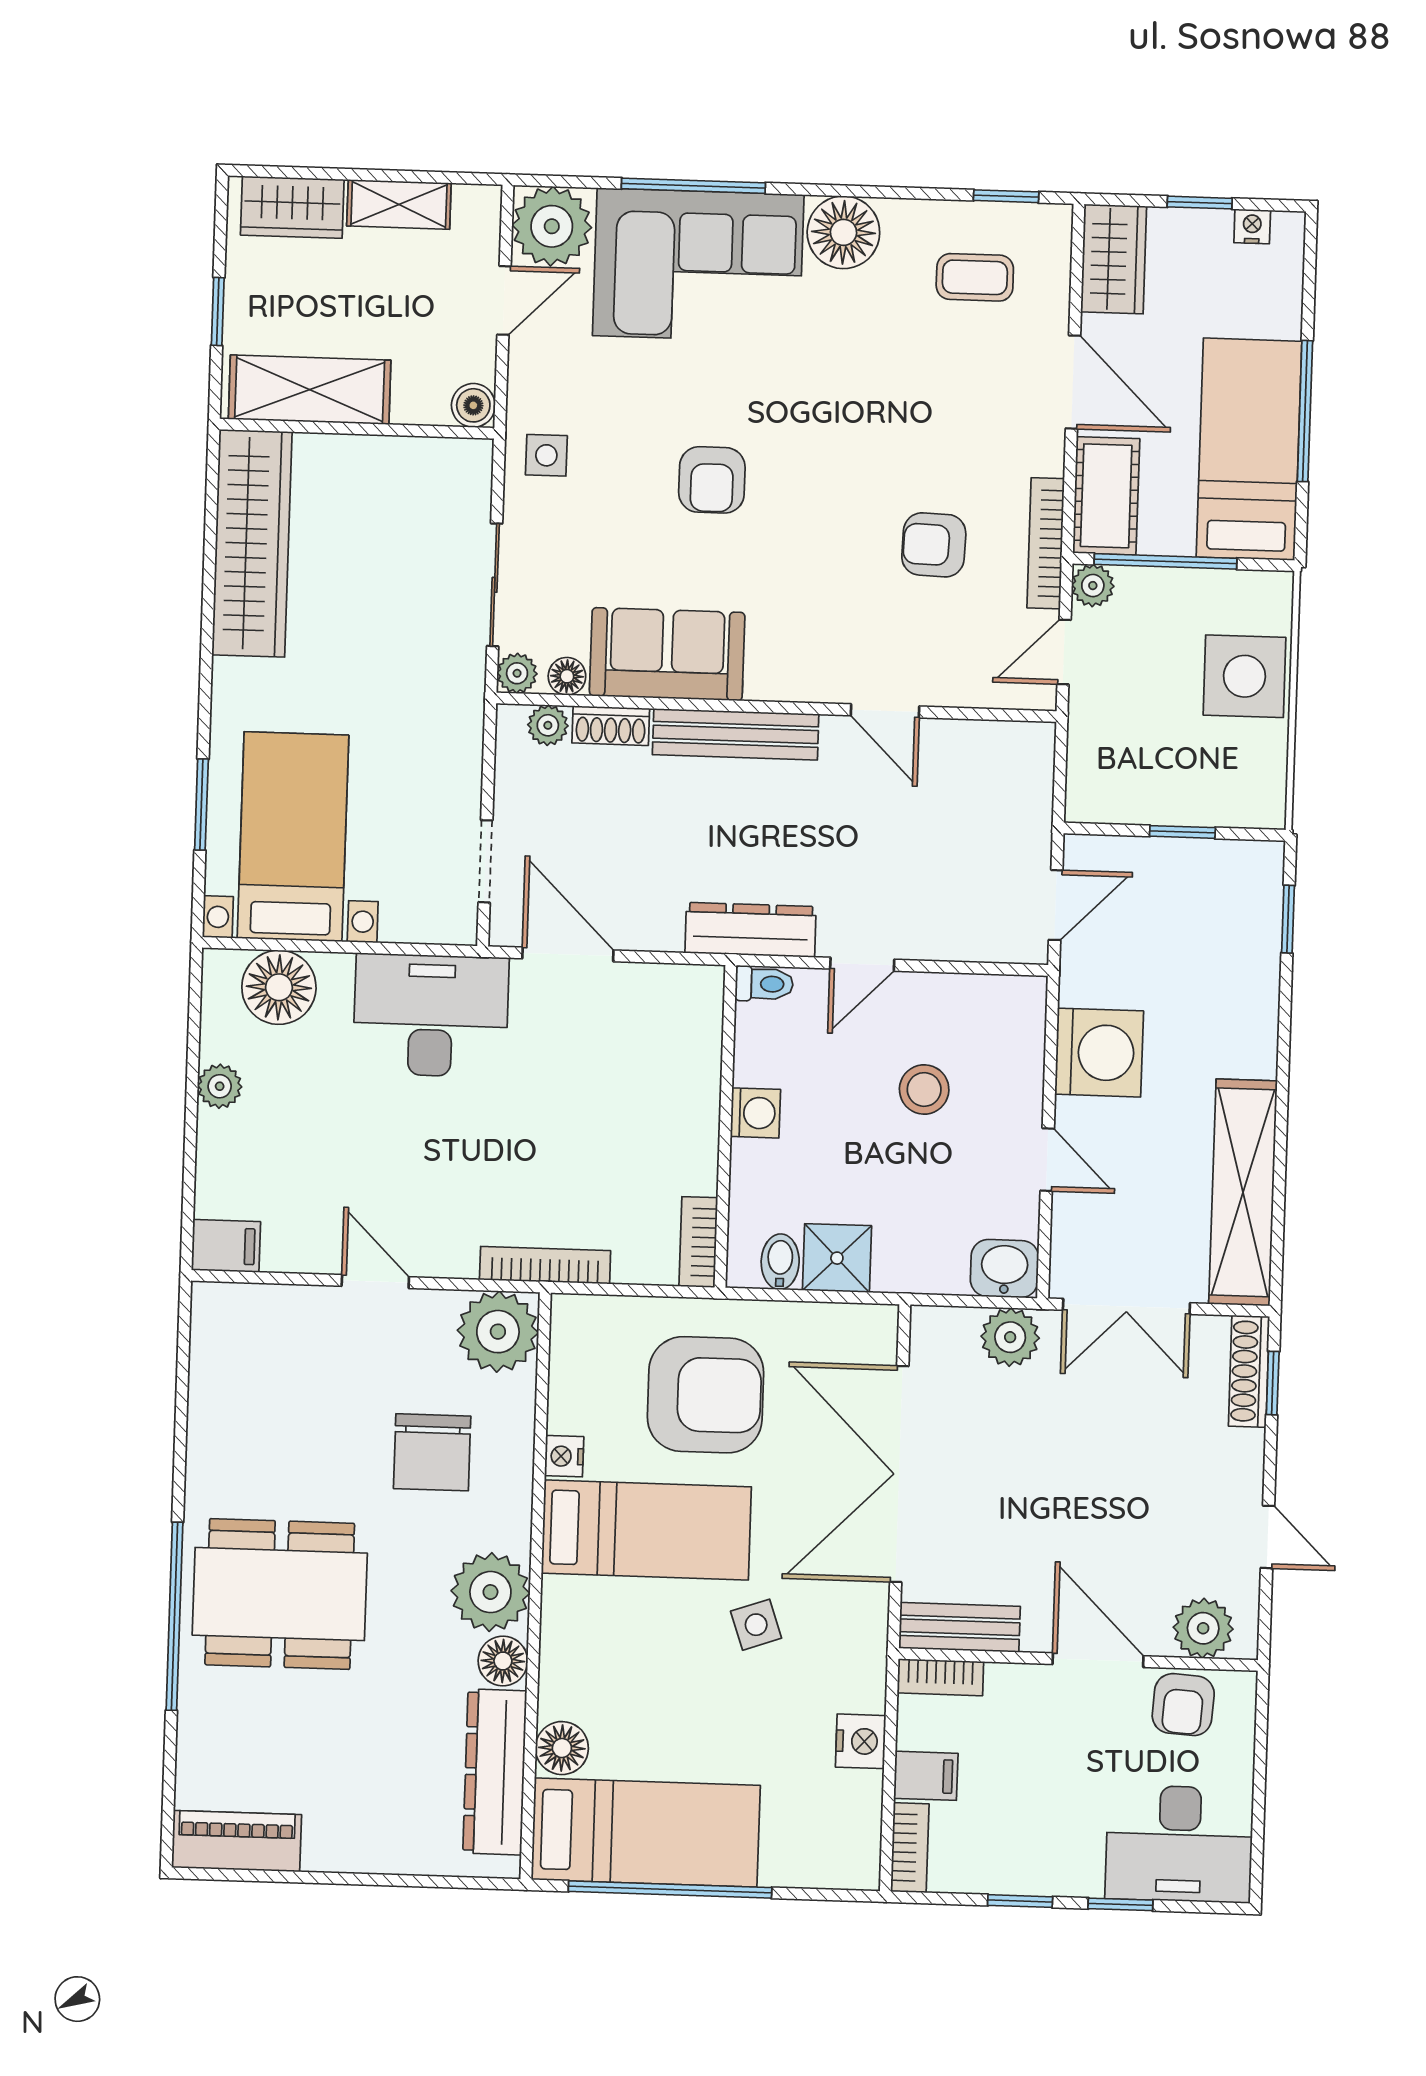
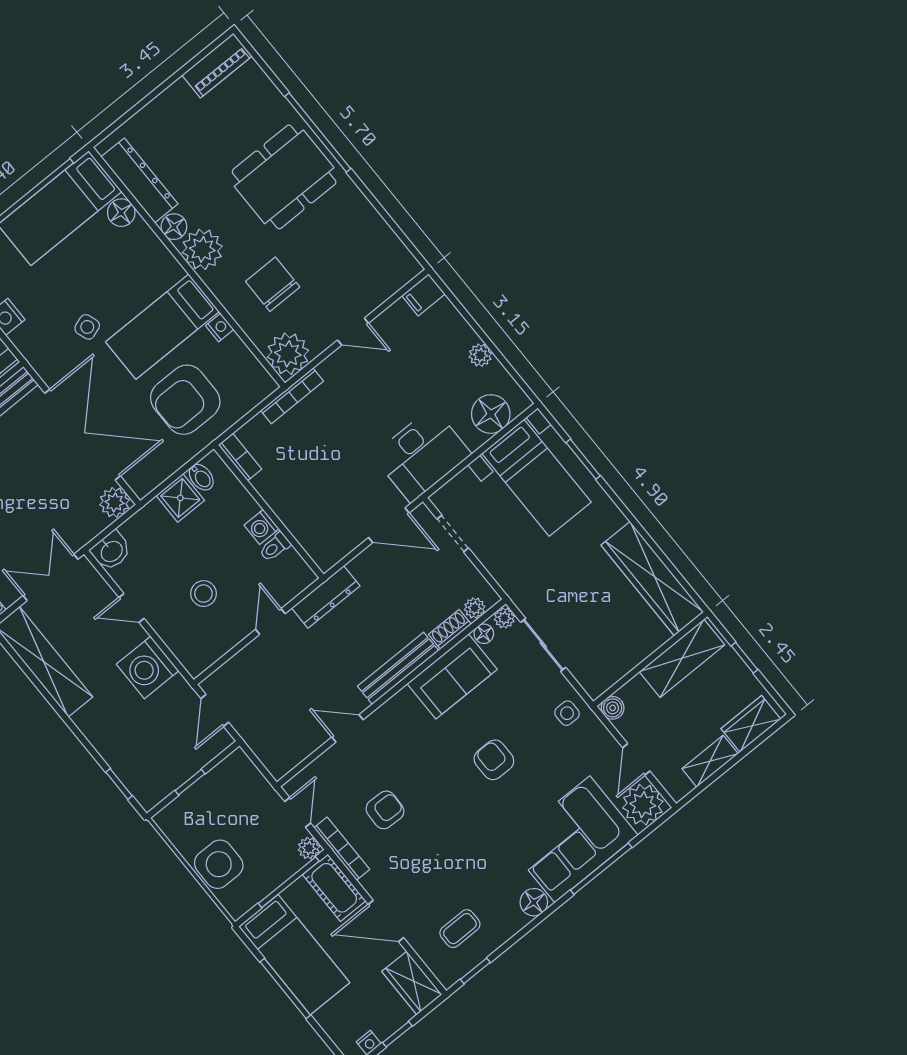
floor lamp: (843, 232) -> (534, 902), width x0.73, depth x0.73
toilet: (764, 984) -> (275, 547), moved
plant: (1010, 1337) -> (115, 502), moved

